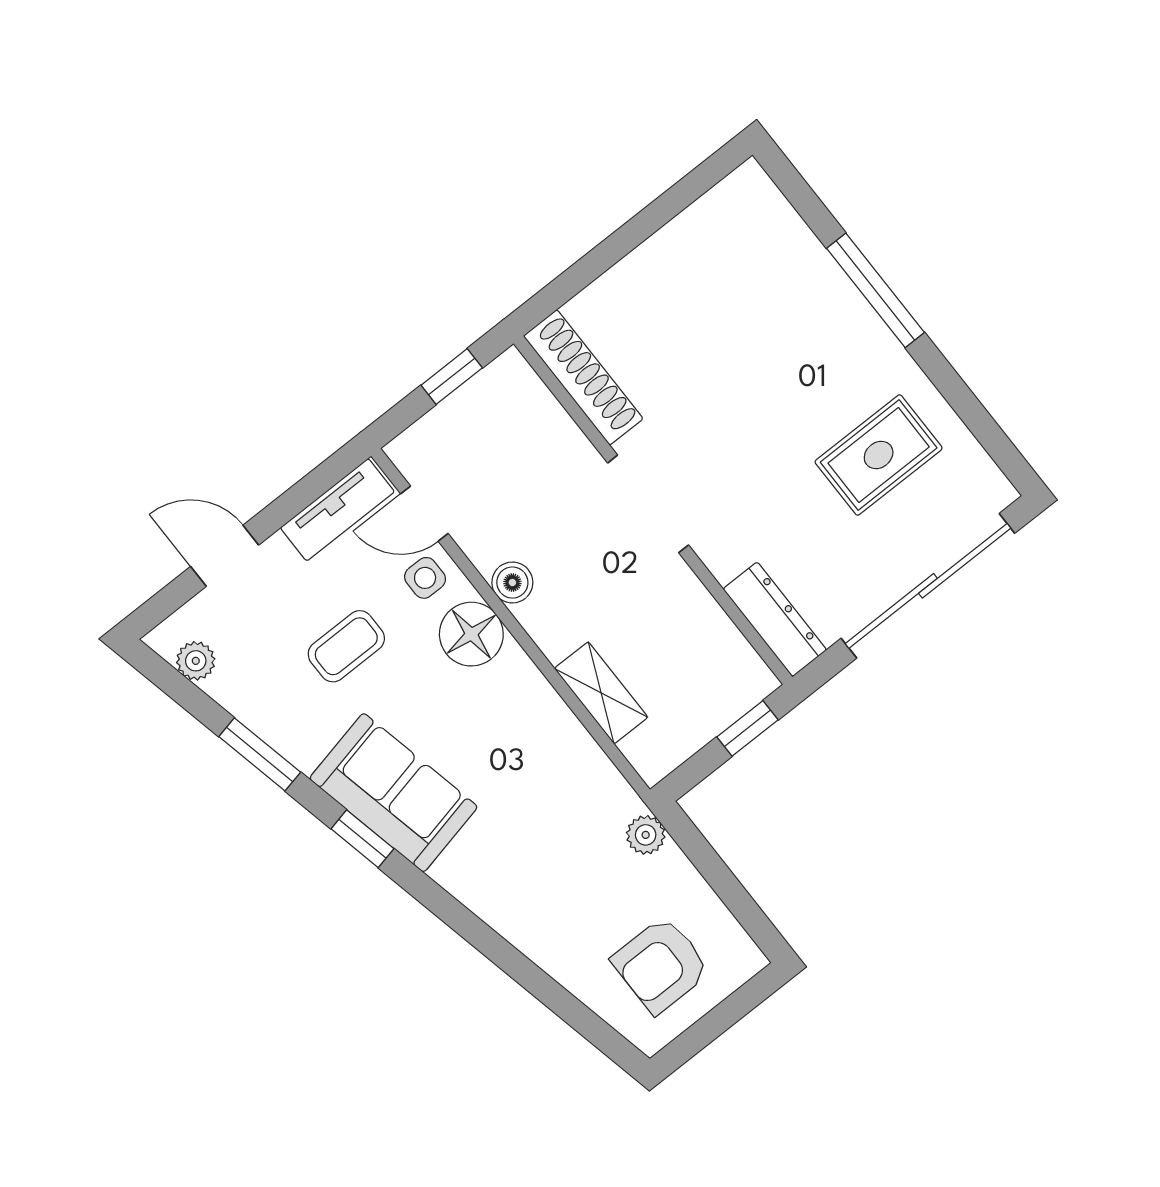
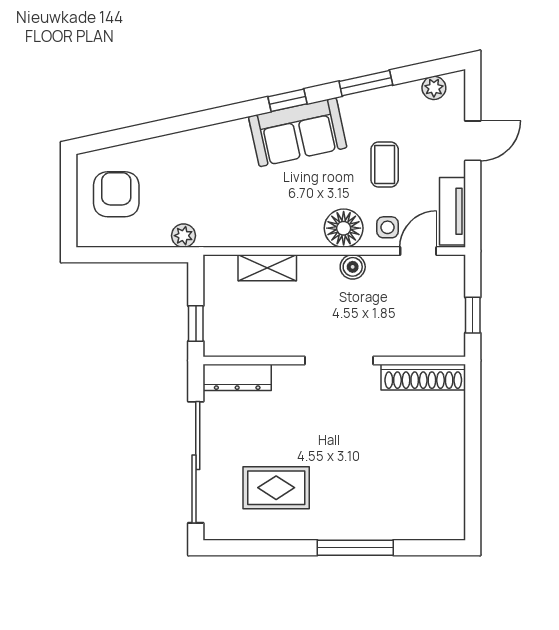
rug: (879, 455) -> (276, 488), turned 90

